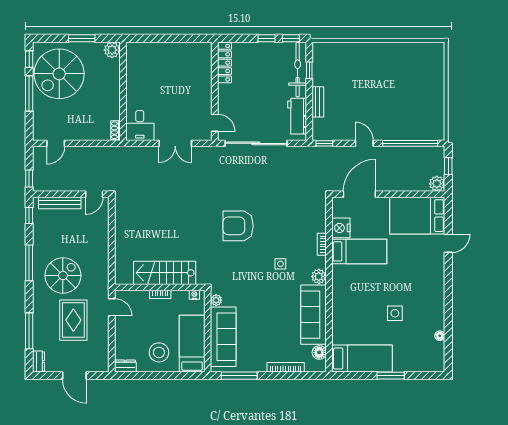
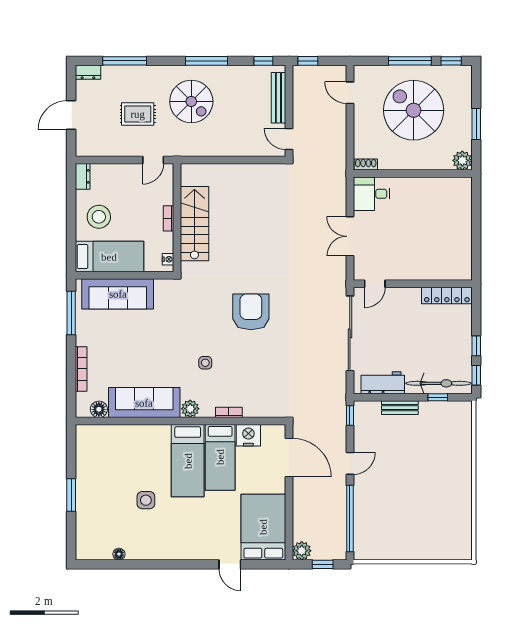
spiral stairs: (59, 74) -> (414, 110), moved
plant: (216, 300) -> (162, 286), removed
rug: (73, 320) -> (138, 114), width x0.73, depth x0.70
bed: (362, 358) -> (188, 461), moved

